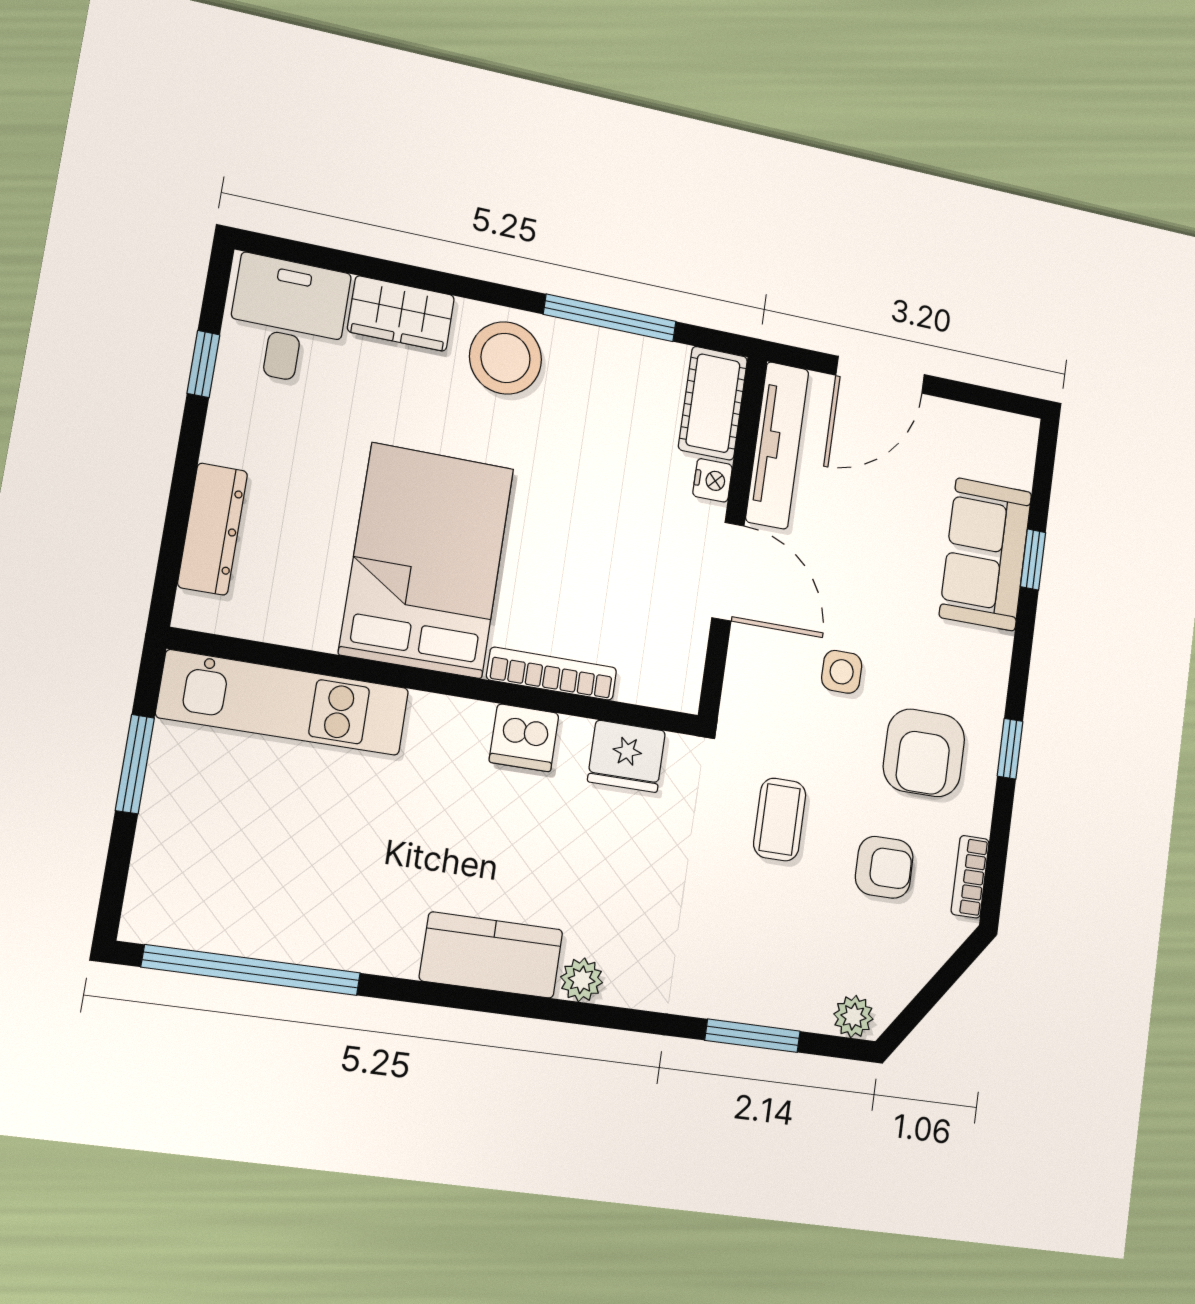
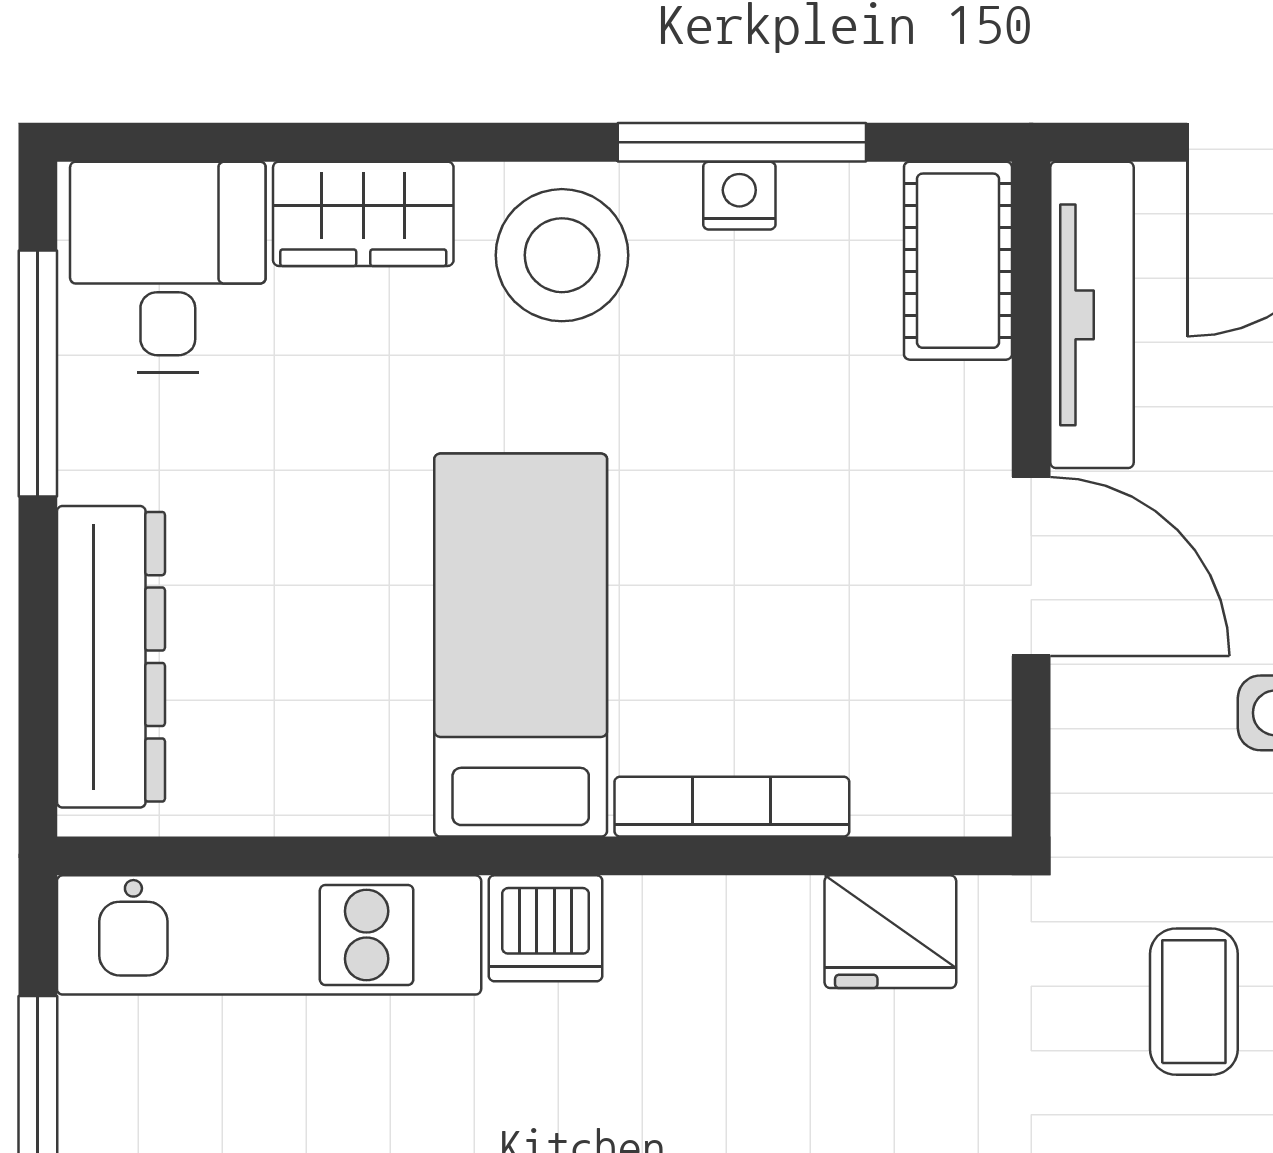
window: (203, 364) -> (38, 374), width x2.17
nightstand: (713, 480) -> (739, 196), moved, turned -90
dresser: (213, 529) -> (111, 657), width x1.37, depth x1.24
bed: (427, 561) -> (521, 645), width x0.67
dishwasher: (524, 738) -> (546, 928), moved

